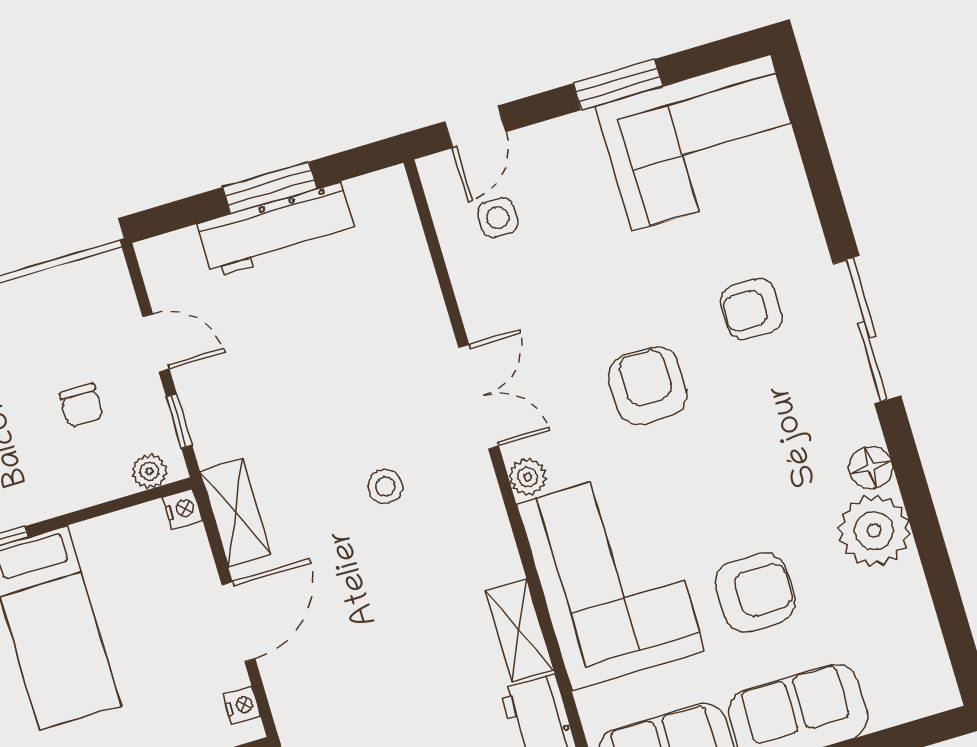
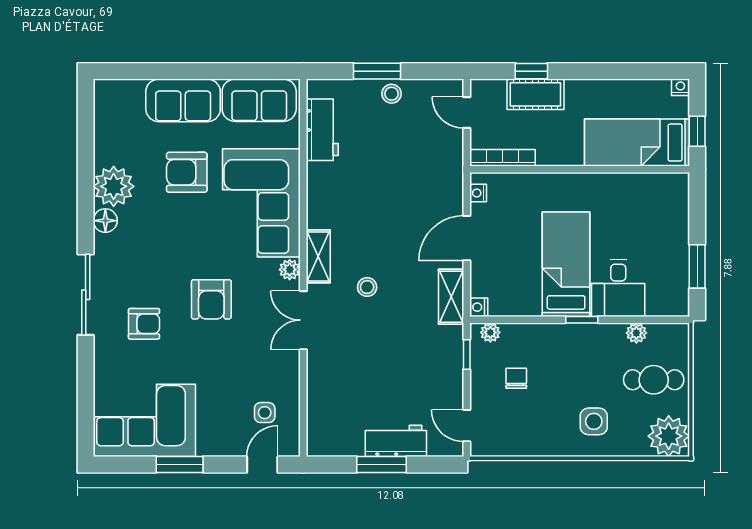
workbench: (277, 230) -> (396, 441), width x0.73
door: (156, 343) -> (467, 426), moved
shelving: (520, 630) -> (318, 256), moved

